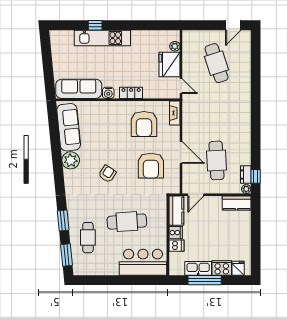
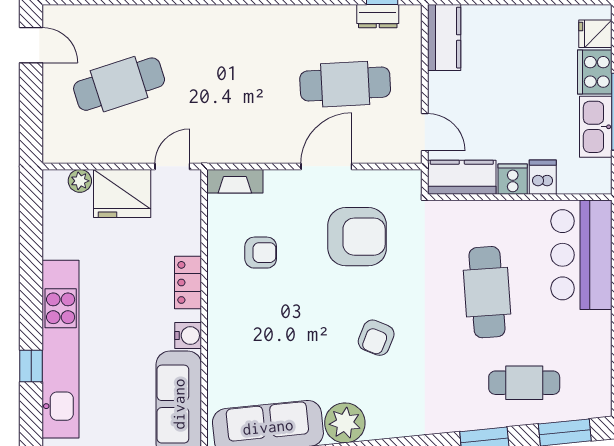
kitchen unit: (102, 38) -> (61, 349), width x1.36
armchair: (144, 124) -> (261, 253), width x0.53, depth x0.53
armchair: (107, 174) -> (376, 338), turned -101
plant: (246, 189) -> (411, 15), removed

